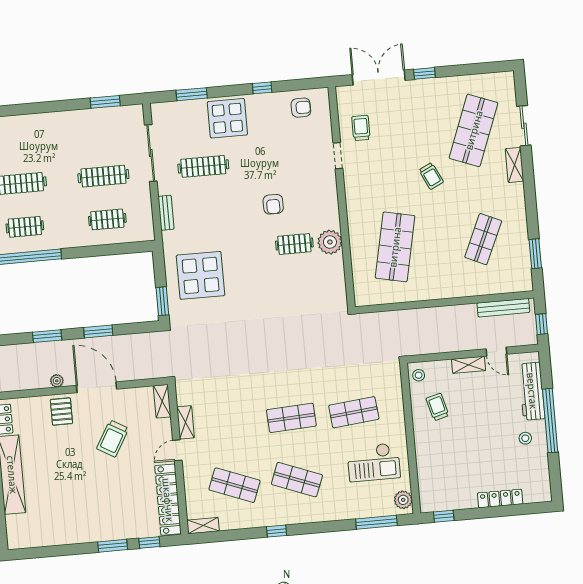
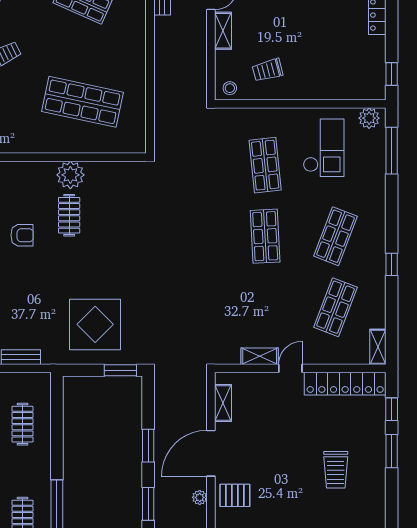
shelving: (162, 401) -> (223, 403), moved, turned 90
trolley: (113, 439) -> (336, 470), moved, turned 60
door: (177, 450) -> (290, 368), swing flipped

